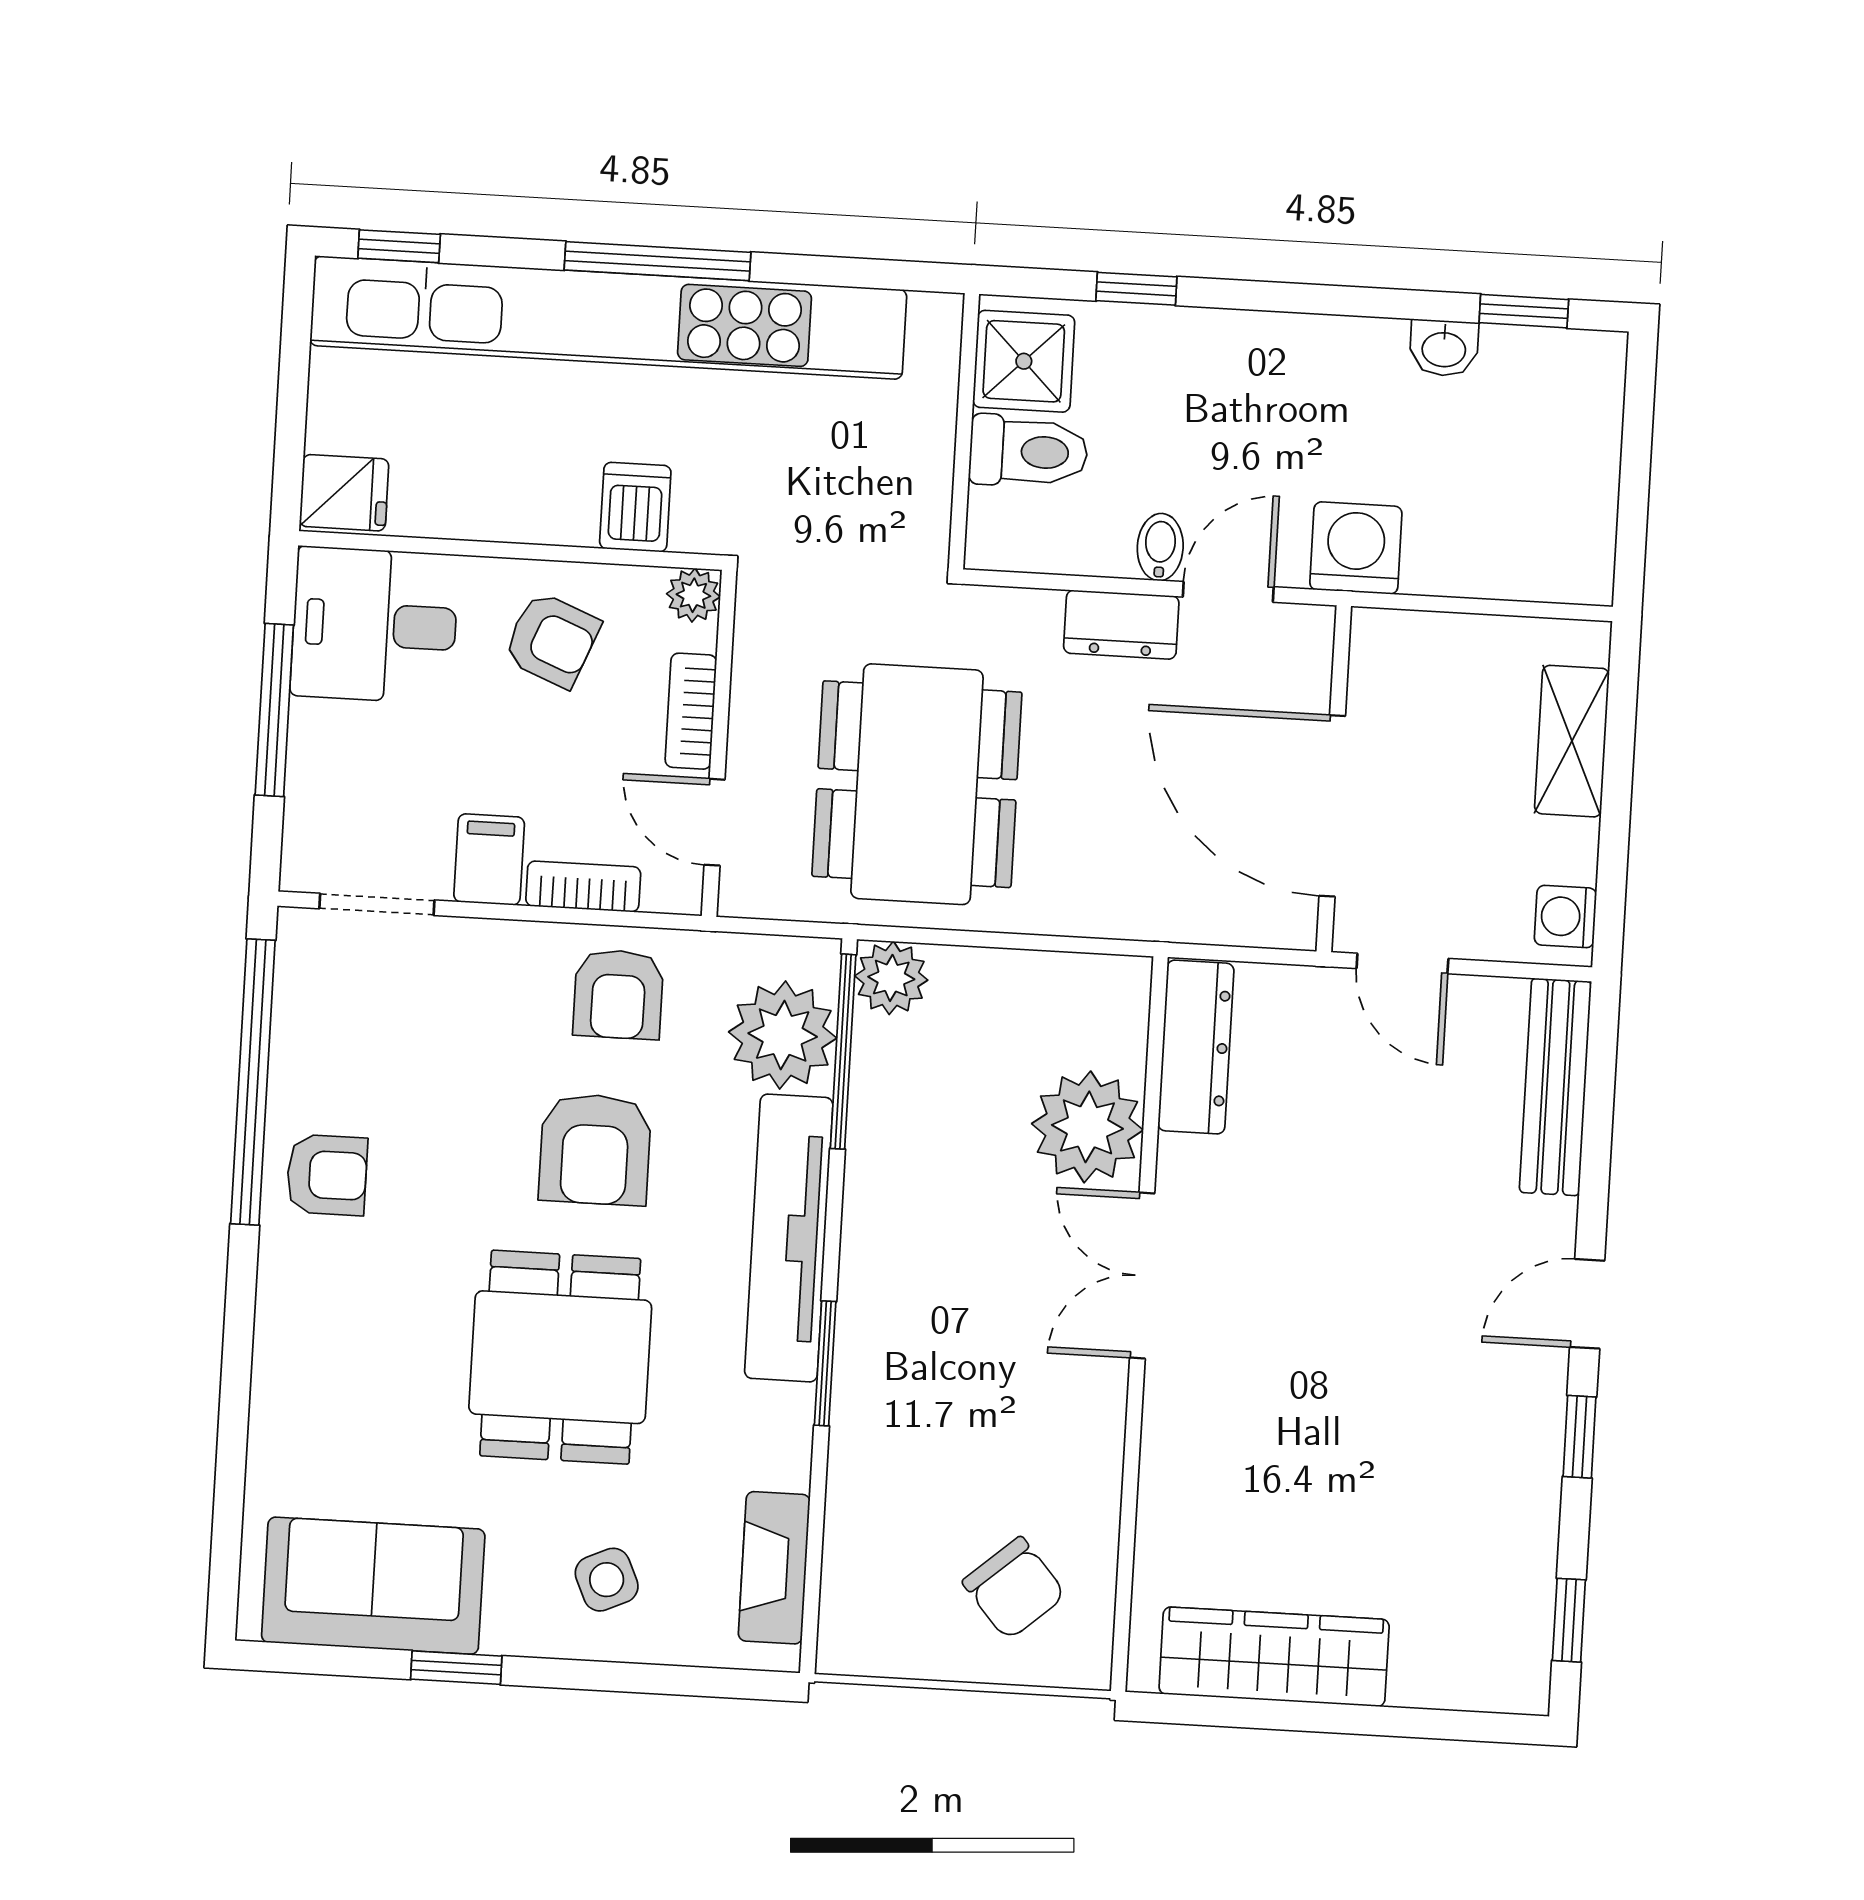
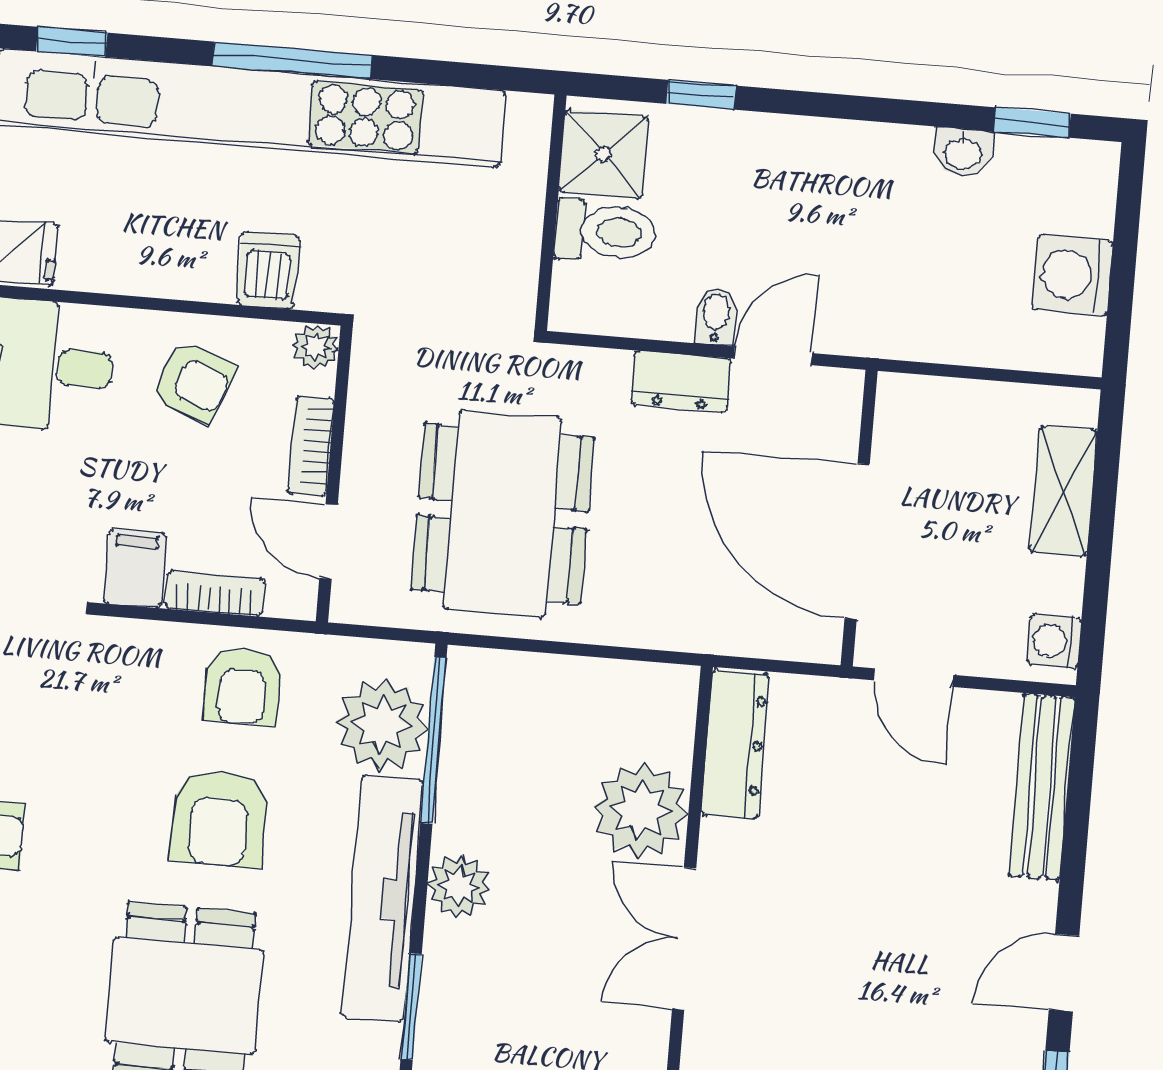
washing machine: (1356, 548) -> (1073, 275), moved, turned -90
plant: (891, 978) -> (459, 886), moved

